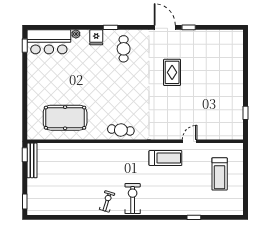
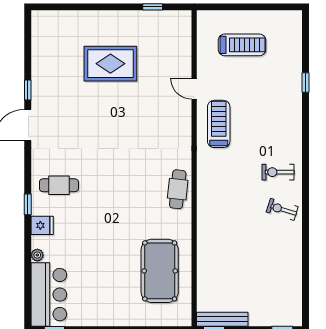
rug: (172, 72) -> (110, 64), moved, width x1.36, depth x1.43
exercise bike: (133, 199) -> (278, 172), width x0.73, depth x0.72

